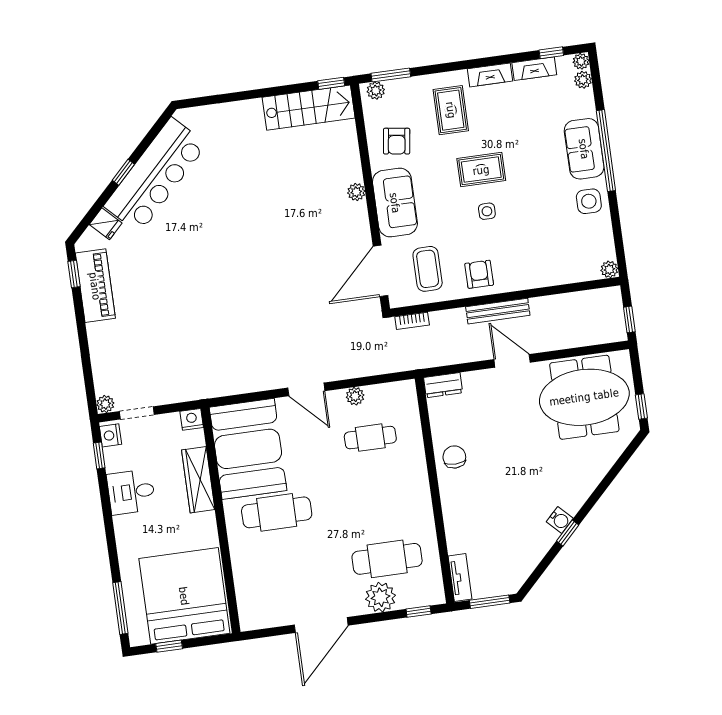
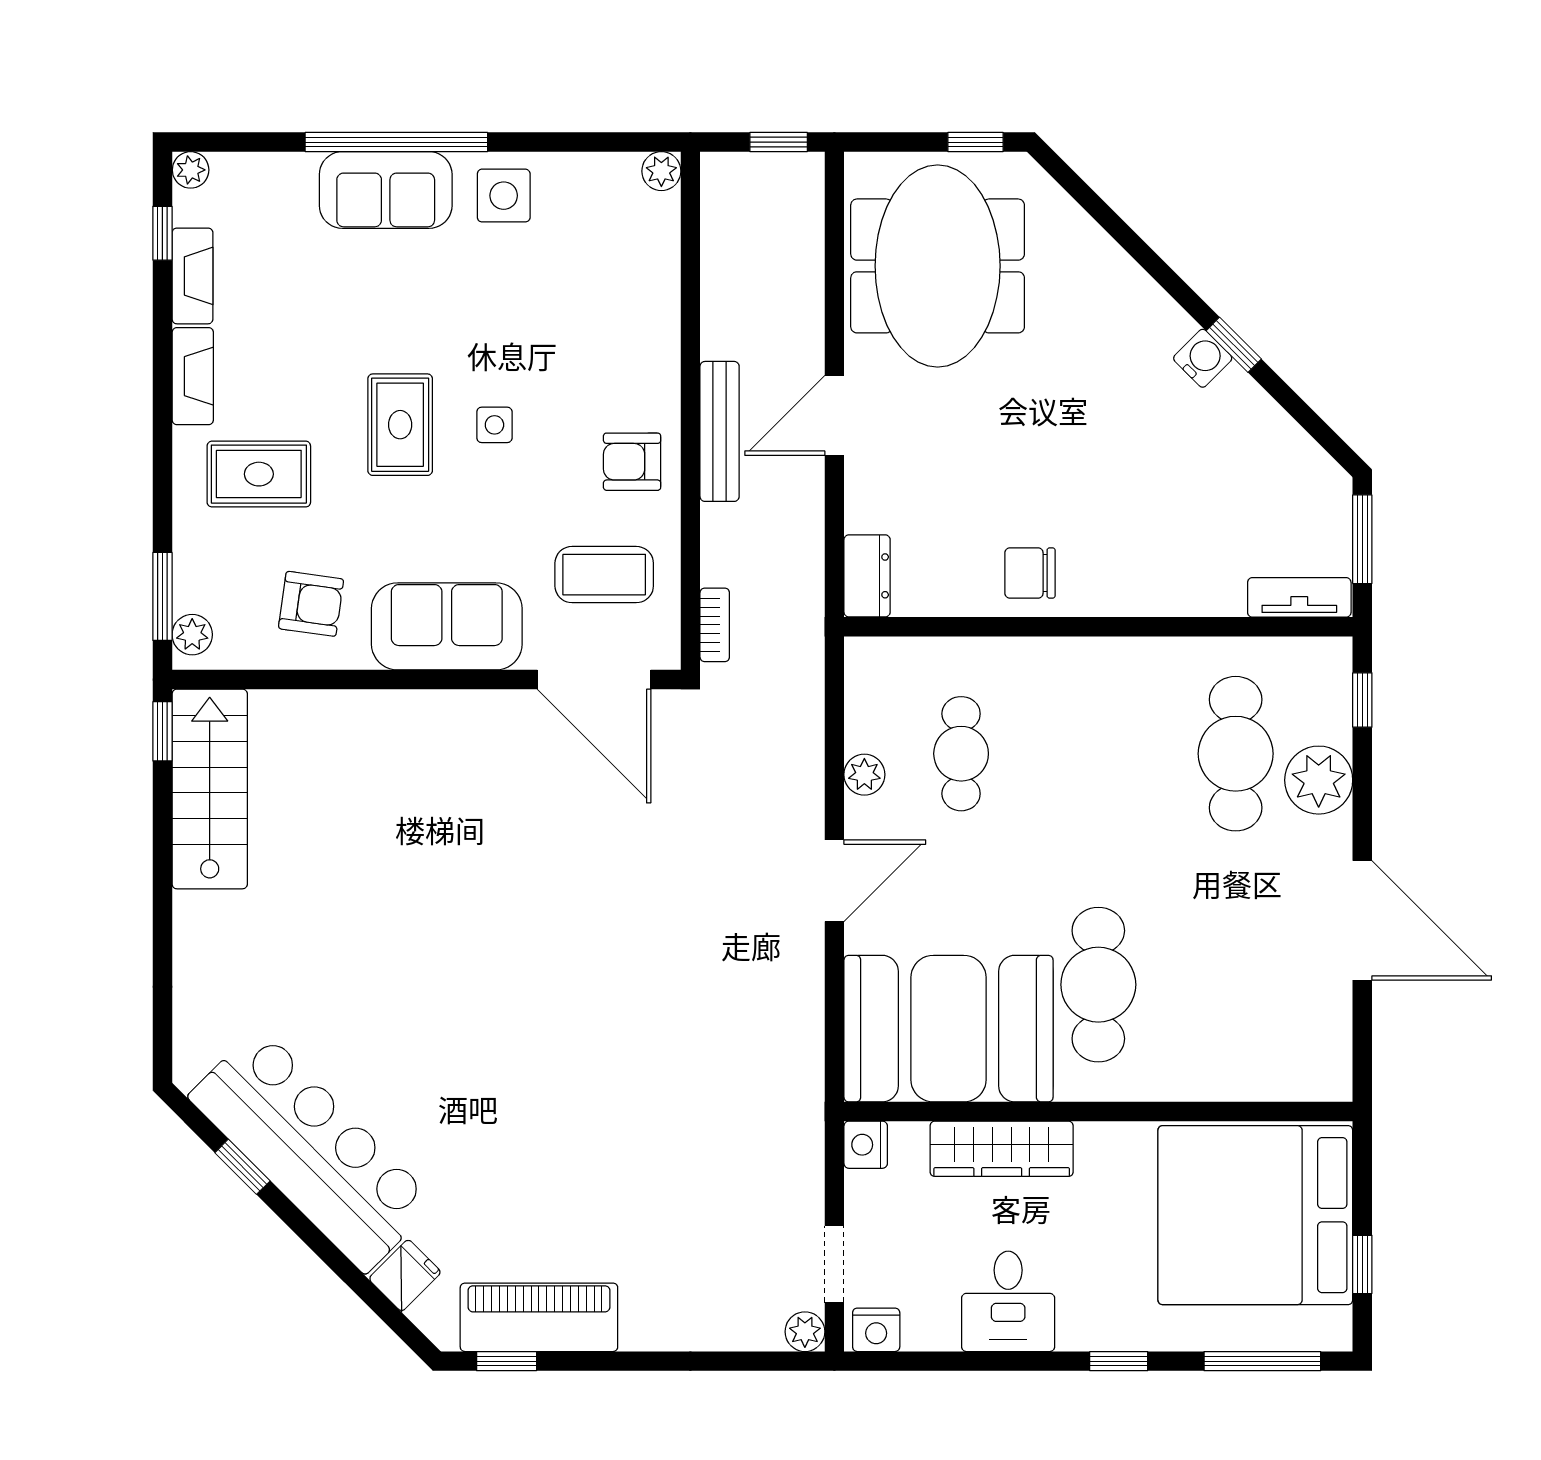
plant: (583, 80) -> (232, 171), removed
window: (123, 172) -> (242, 1167), moved
plant: (356, 192) -> (411, 709), removed
window: (99, 455) -> (1119, 1361), moved

